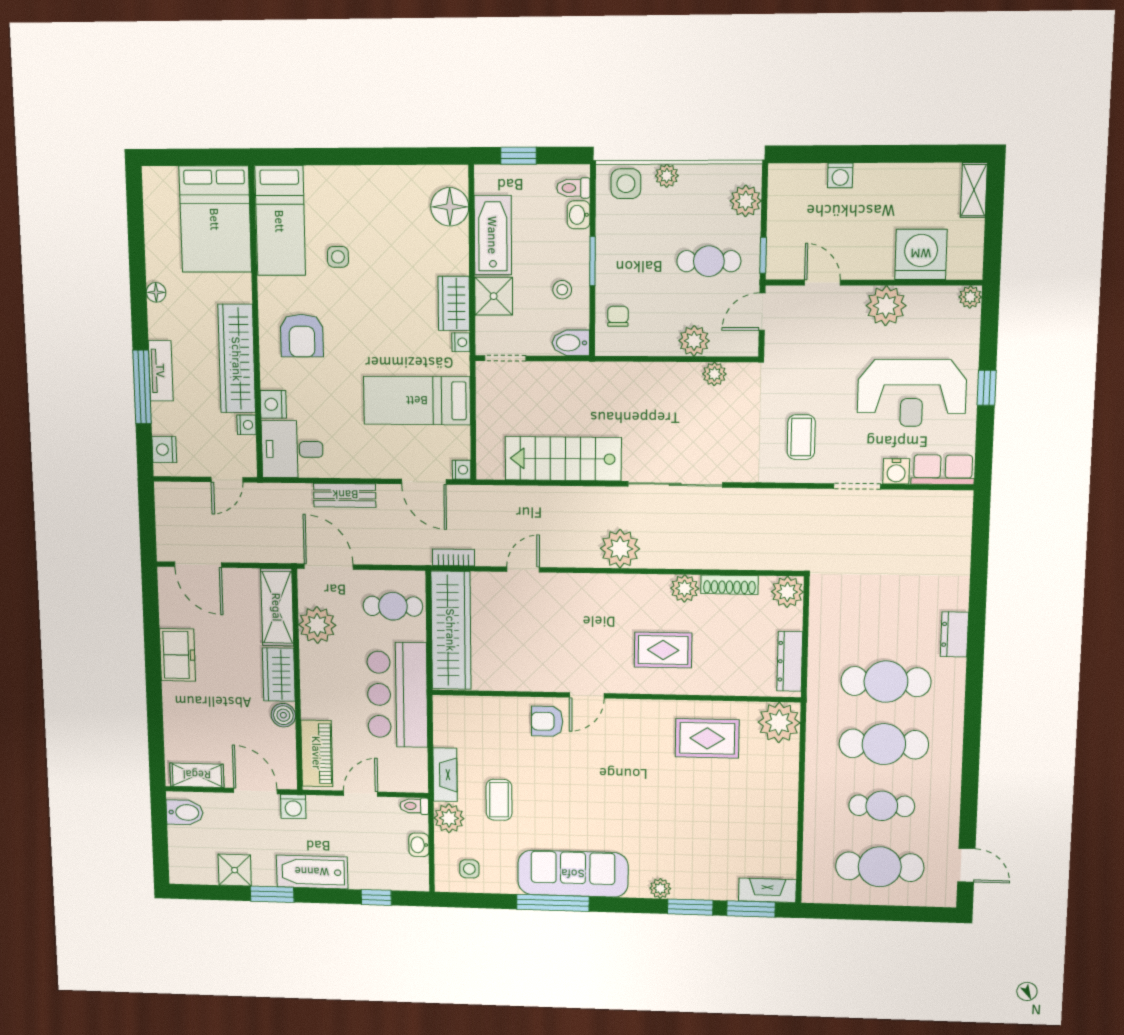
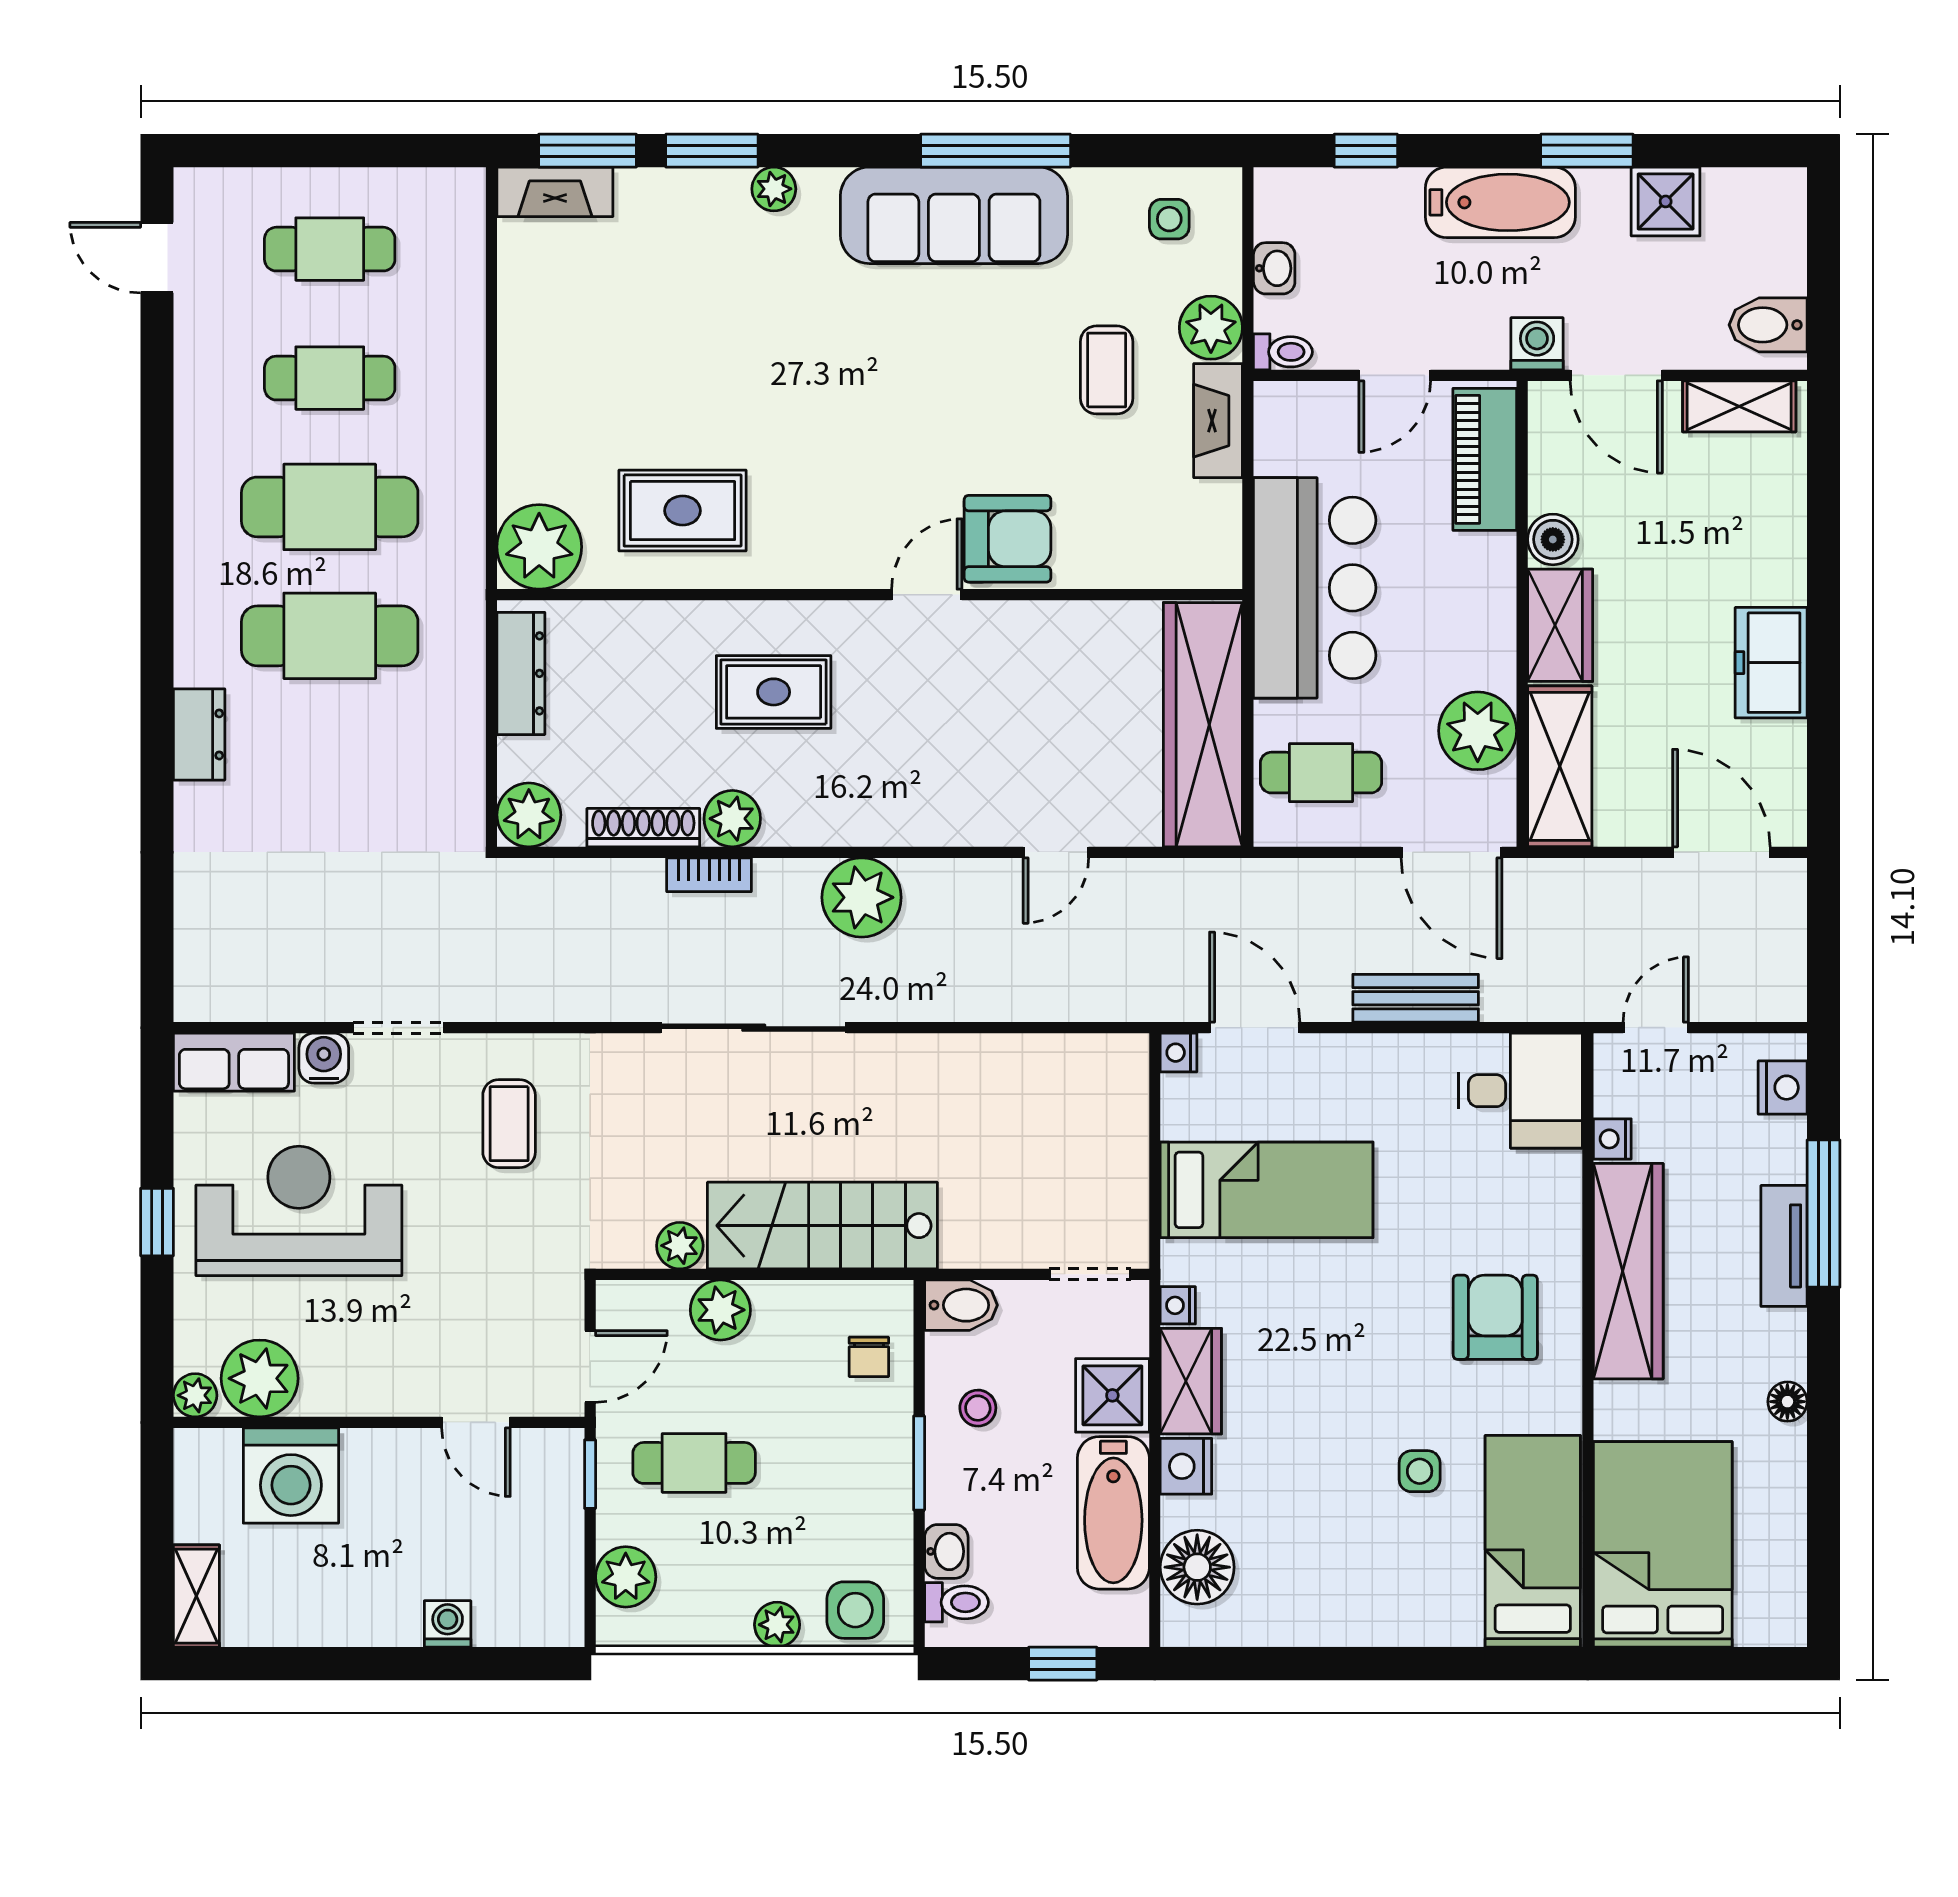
plant: (886, 306) -> (260, 1378), moved
nightstand: (273, 404) -> (1186, 1466), moved, turned 180
stairs: (563, 459) -> (822, 1226), moved, turned 180
bookcase: (453, 557) -> (709, 875), moved
armchair: (547, 721) -> (1007, 539), width x1.38, depth x1.38
cafe table: (880, 867) -> (330, 249), width x0.73, depth x0.74

